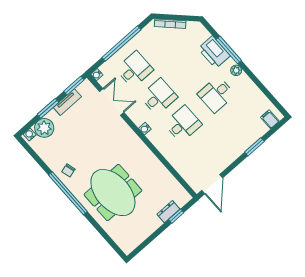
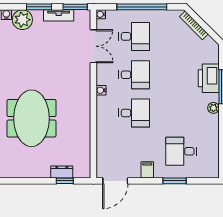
desk: (216, 94) -> (181, 151), moved
filing cabinet: (270, 119) -> (147, 170), moved
chair: (68, 170) -> (12, 70), removed

